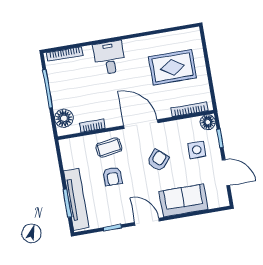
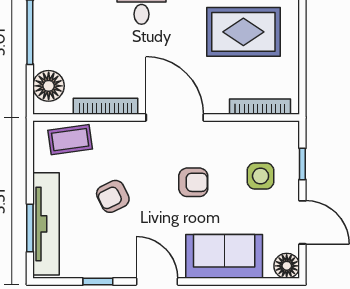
floor lamp: (208, 122) -> (287, 266), moved
bookcase: (92, 126) -> (105, 106), width x1.56
coffee table: (109, 147) -> (70, 140), moved
armchair: (158, 160) -> (193, 182), turned 50
armchair: (113, 176) -> (113, 196), turned 64

